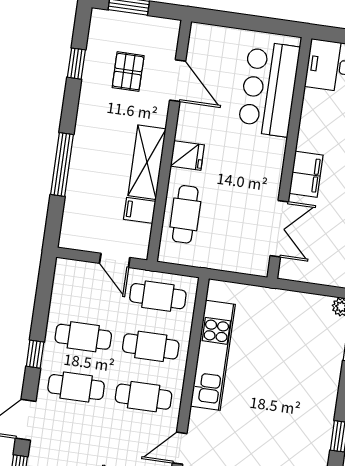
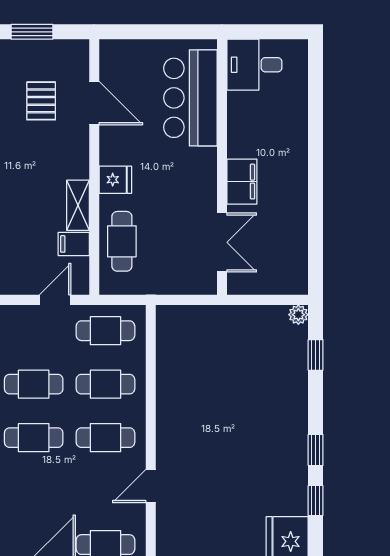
shelving: (147, 162) -> (78, 205), width x0.67, depth x0.75
door: (115, 260) -> (55, 300), swing flipped
kitchen unit: (213, 355) -> (172, 384), removed

